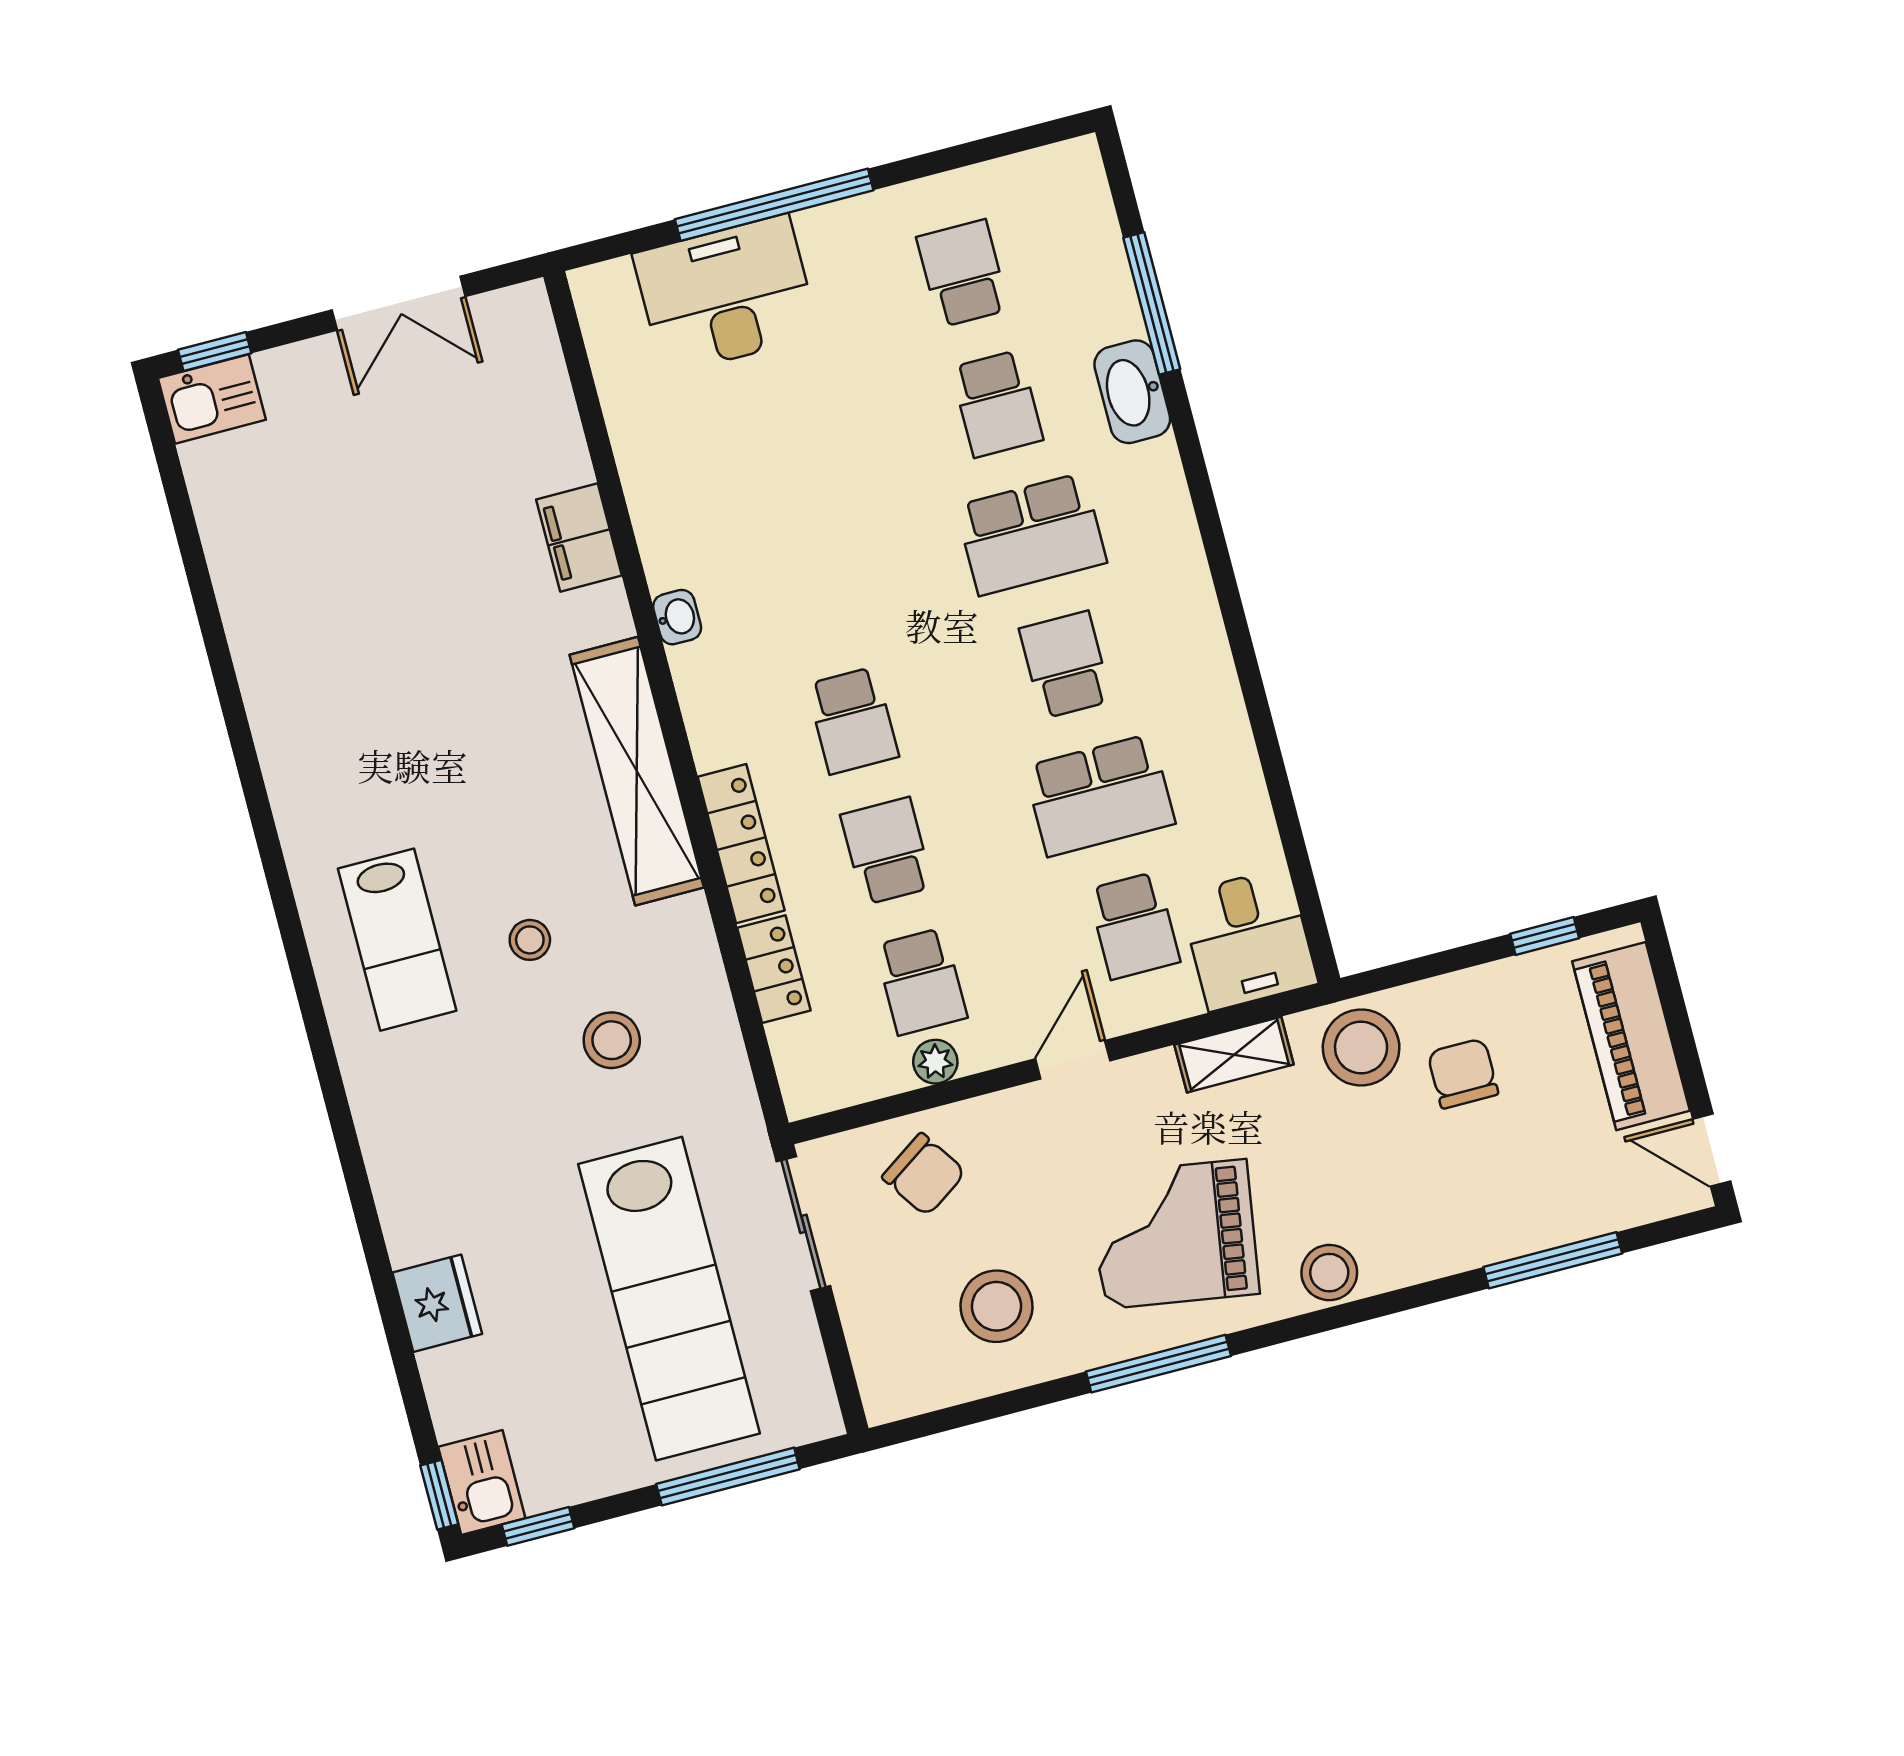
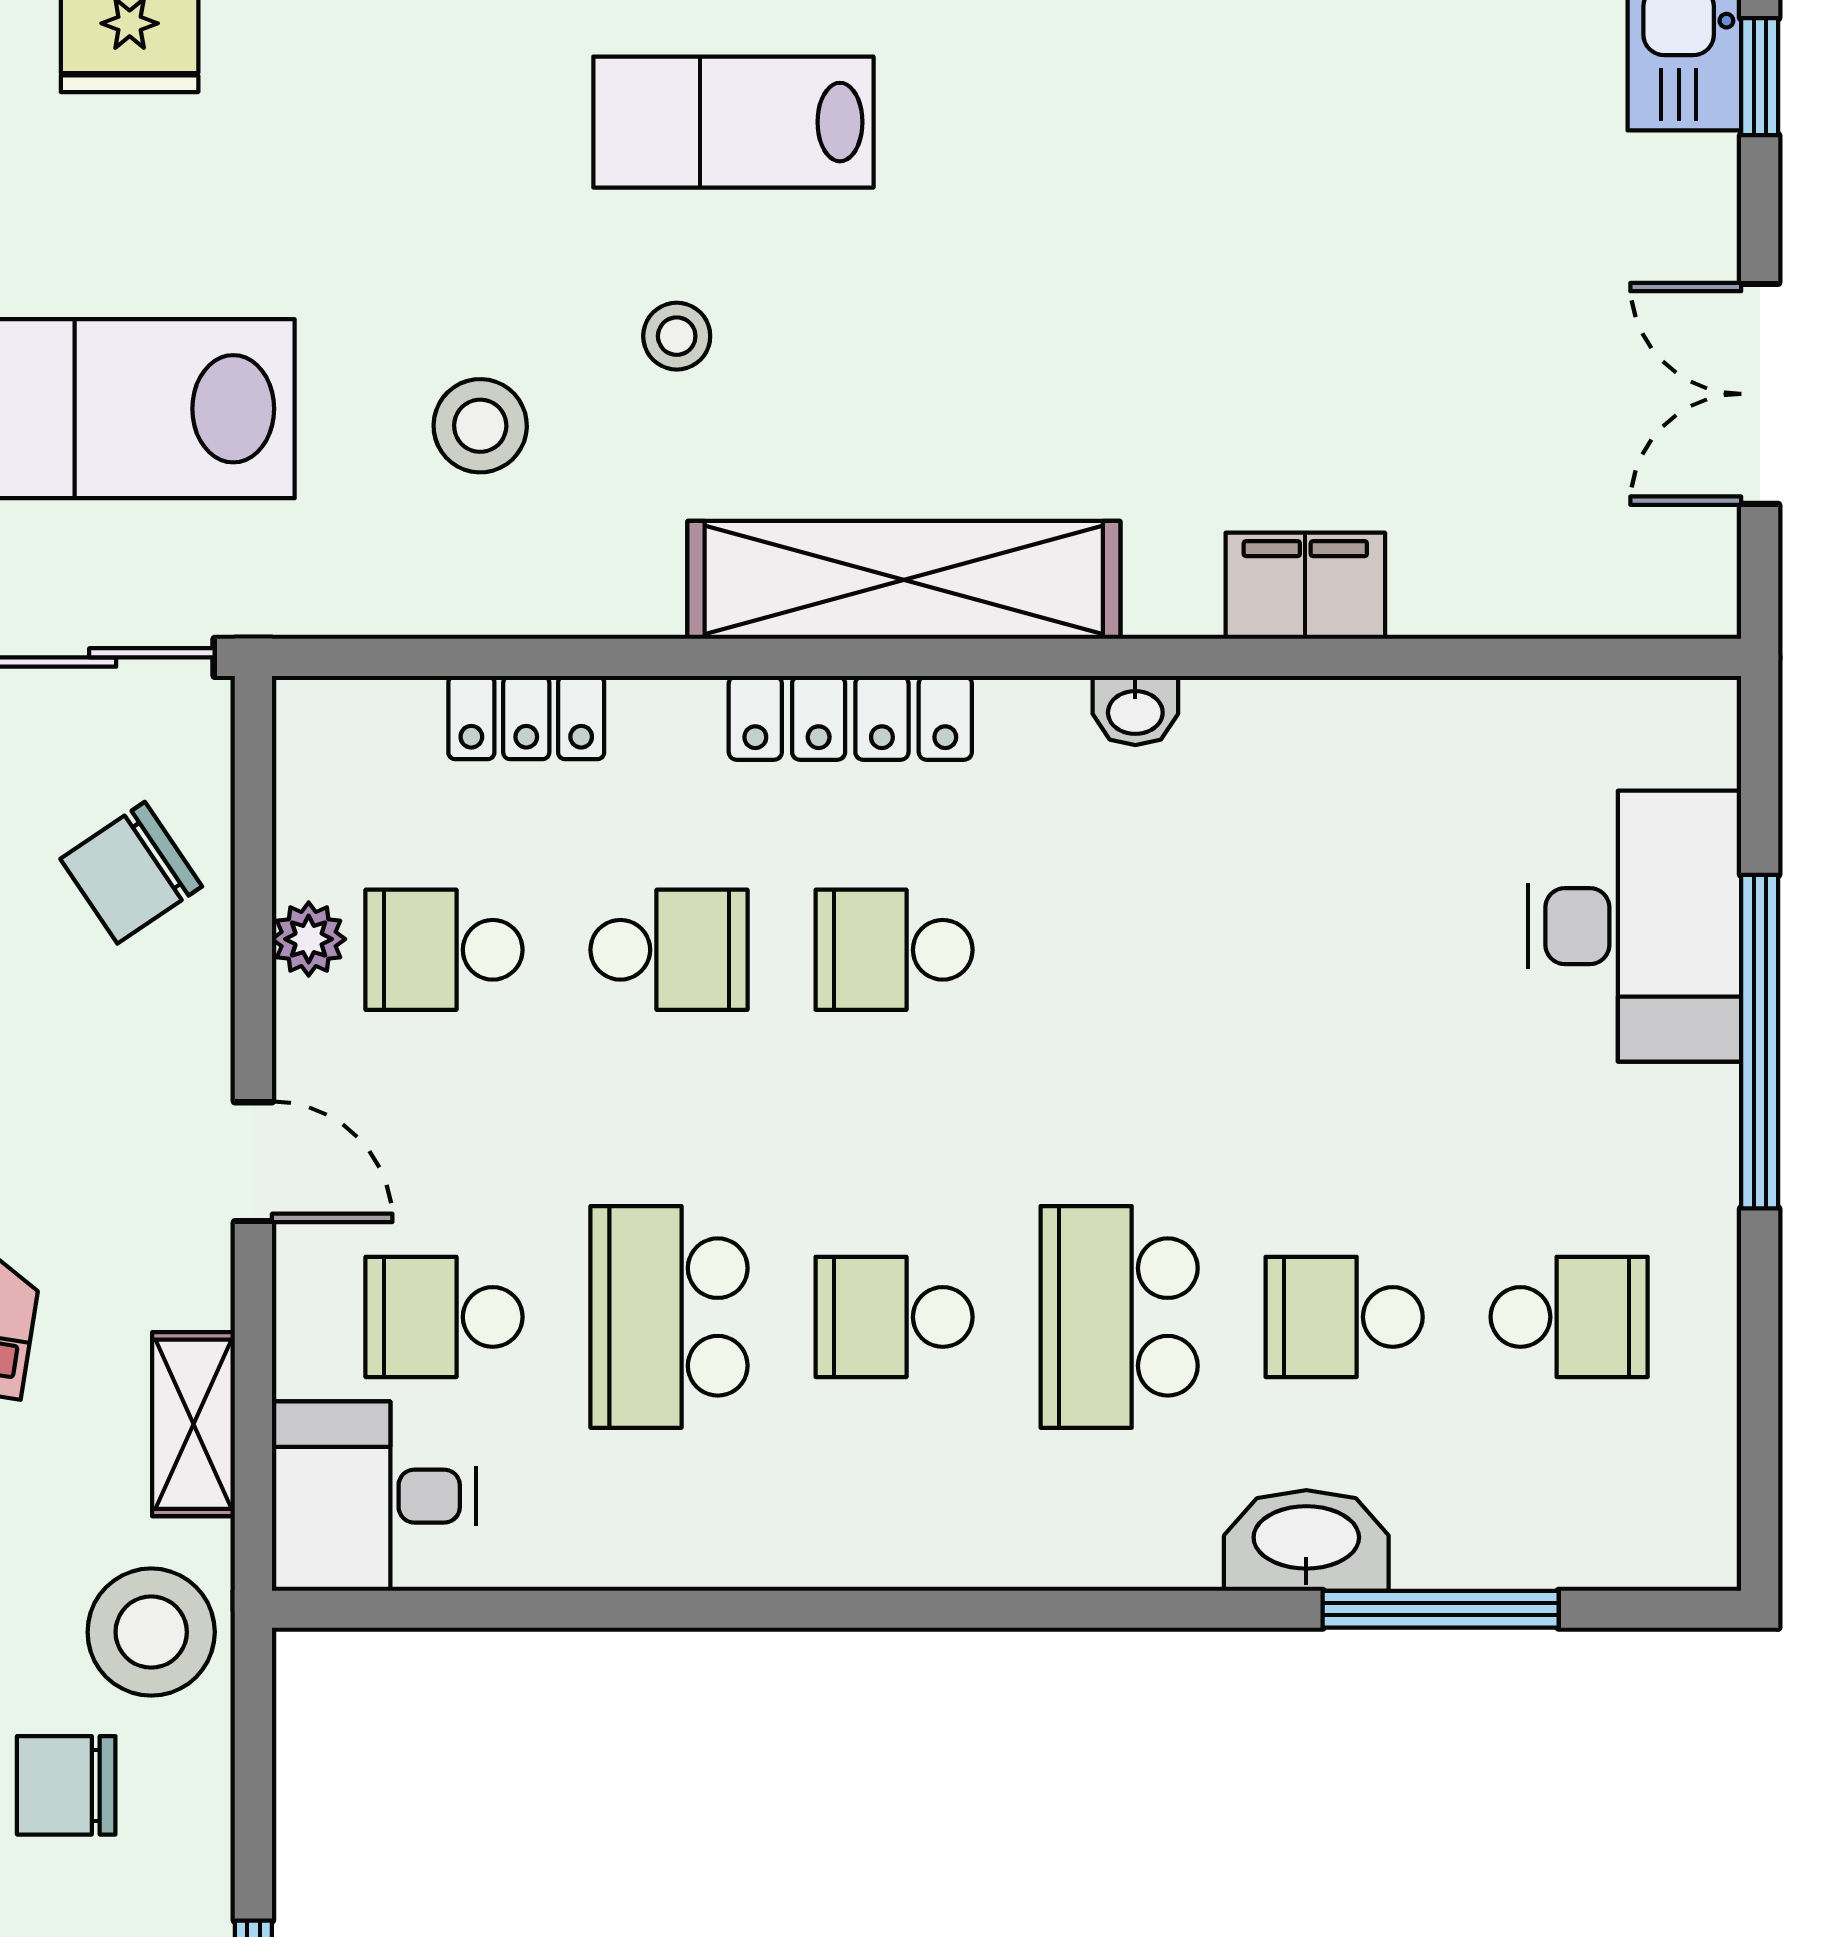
school desk: (1065, 665) -> (894, 1317), turned 180
locker: (741, 844) -> (850, 718), moved
chair: (1463, 1073) -> (66, 1785), turned 180

